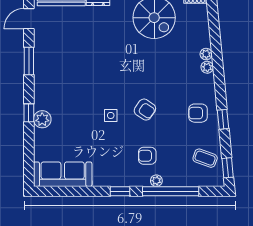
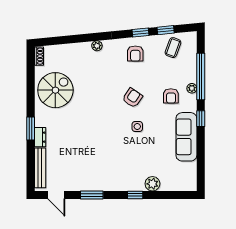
plant: (206, 54) -> (86, 47), removed
plant: (42, 119) -> (152, 184), moved
window: (228, 168) -> (166, 30), moved
sofa: (63, 174) -> (186, 137), moved

